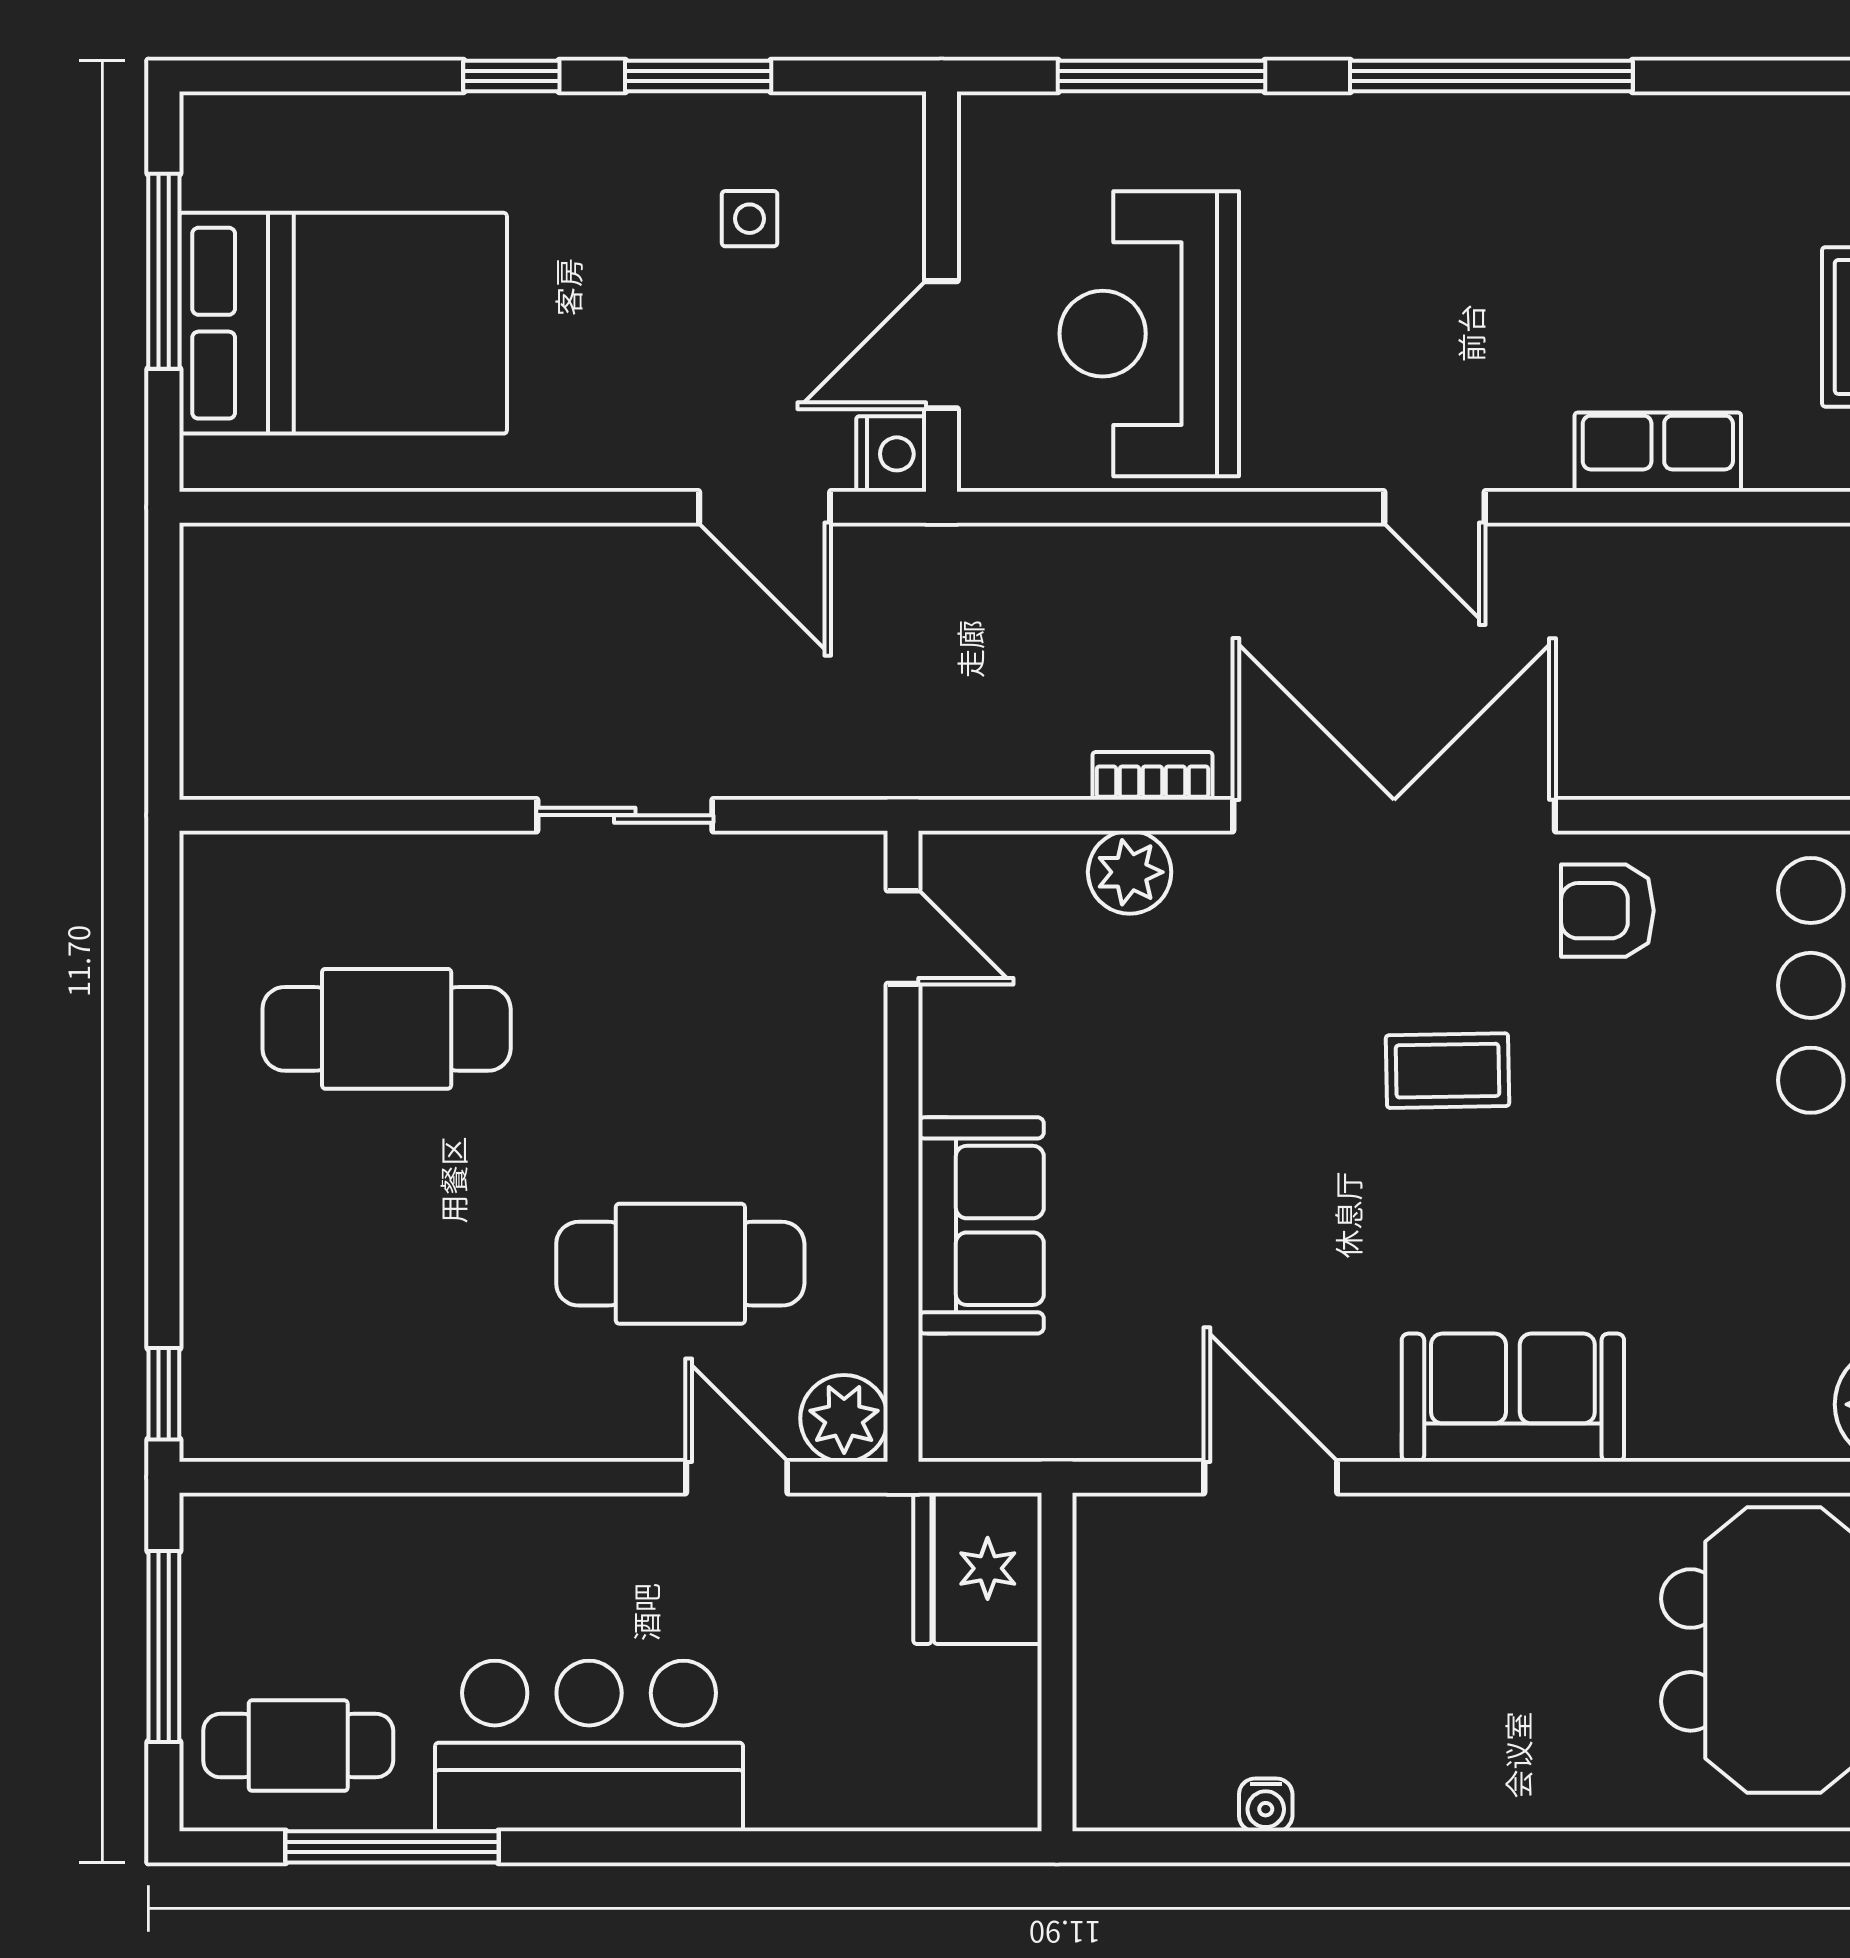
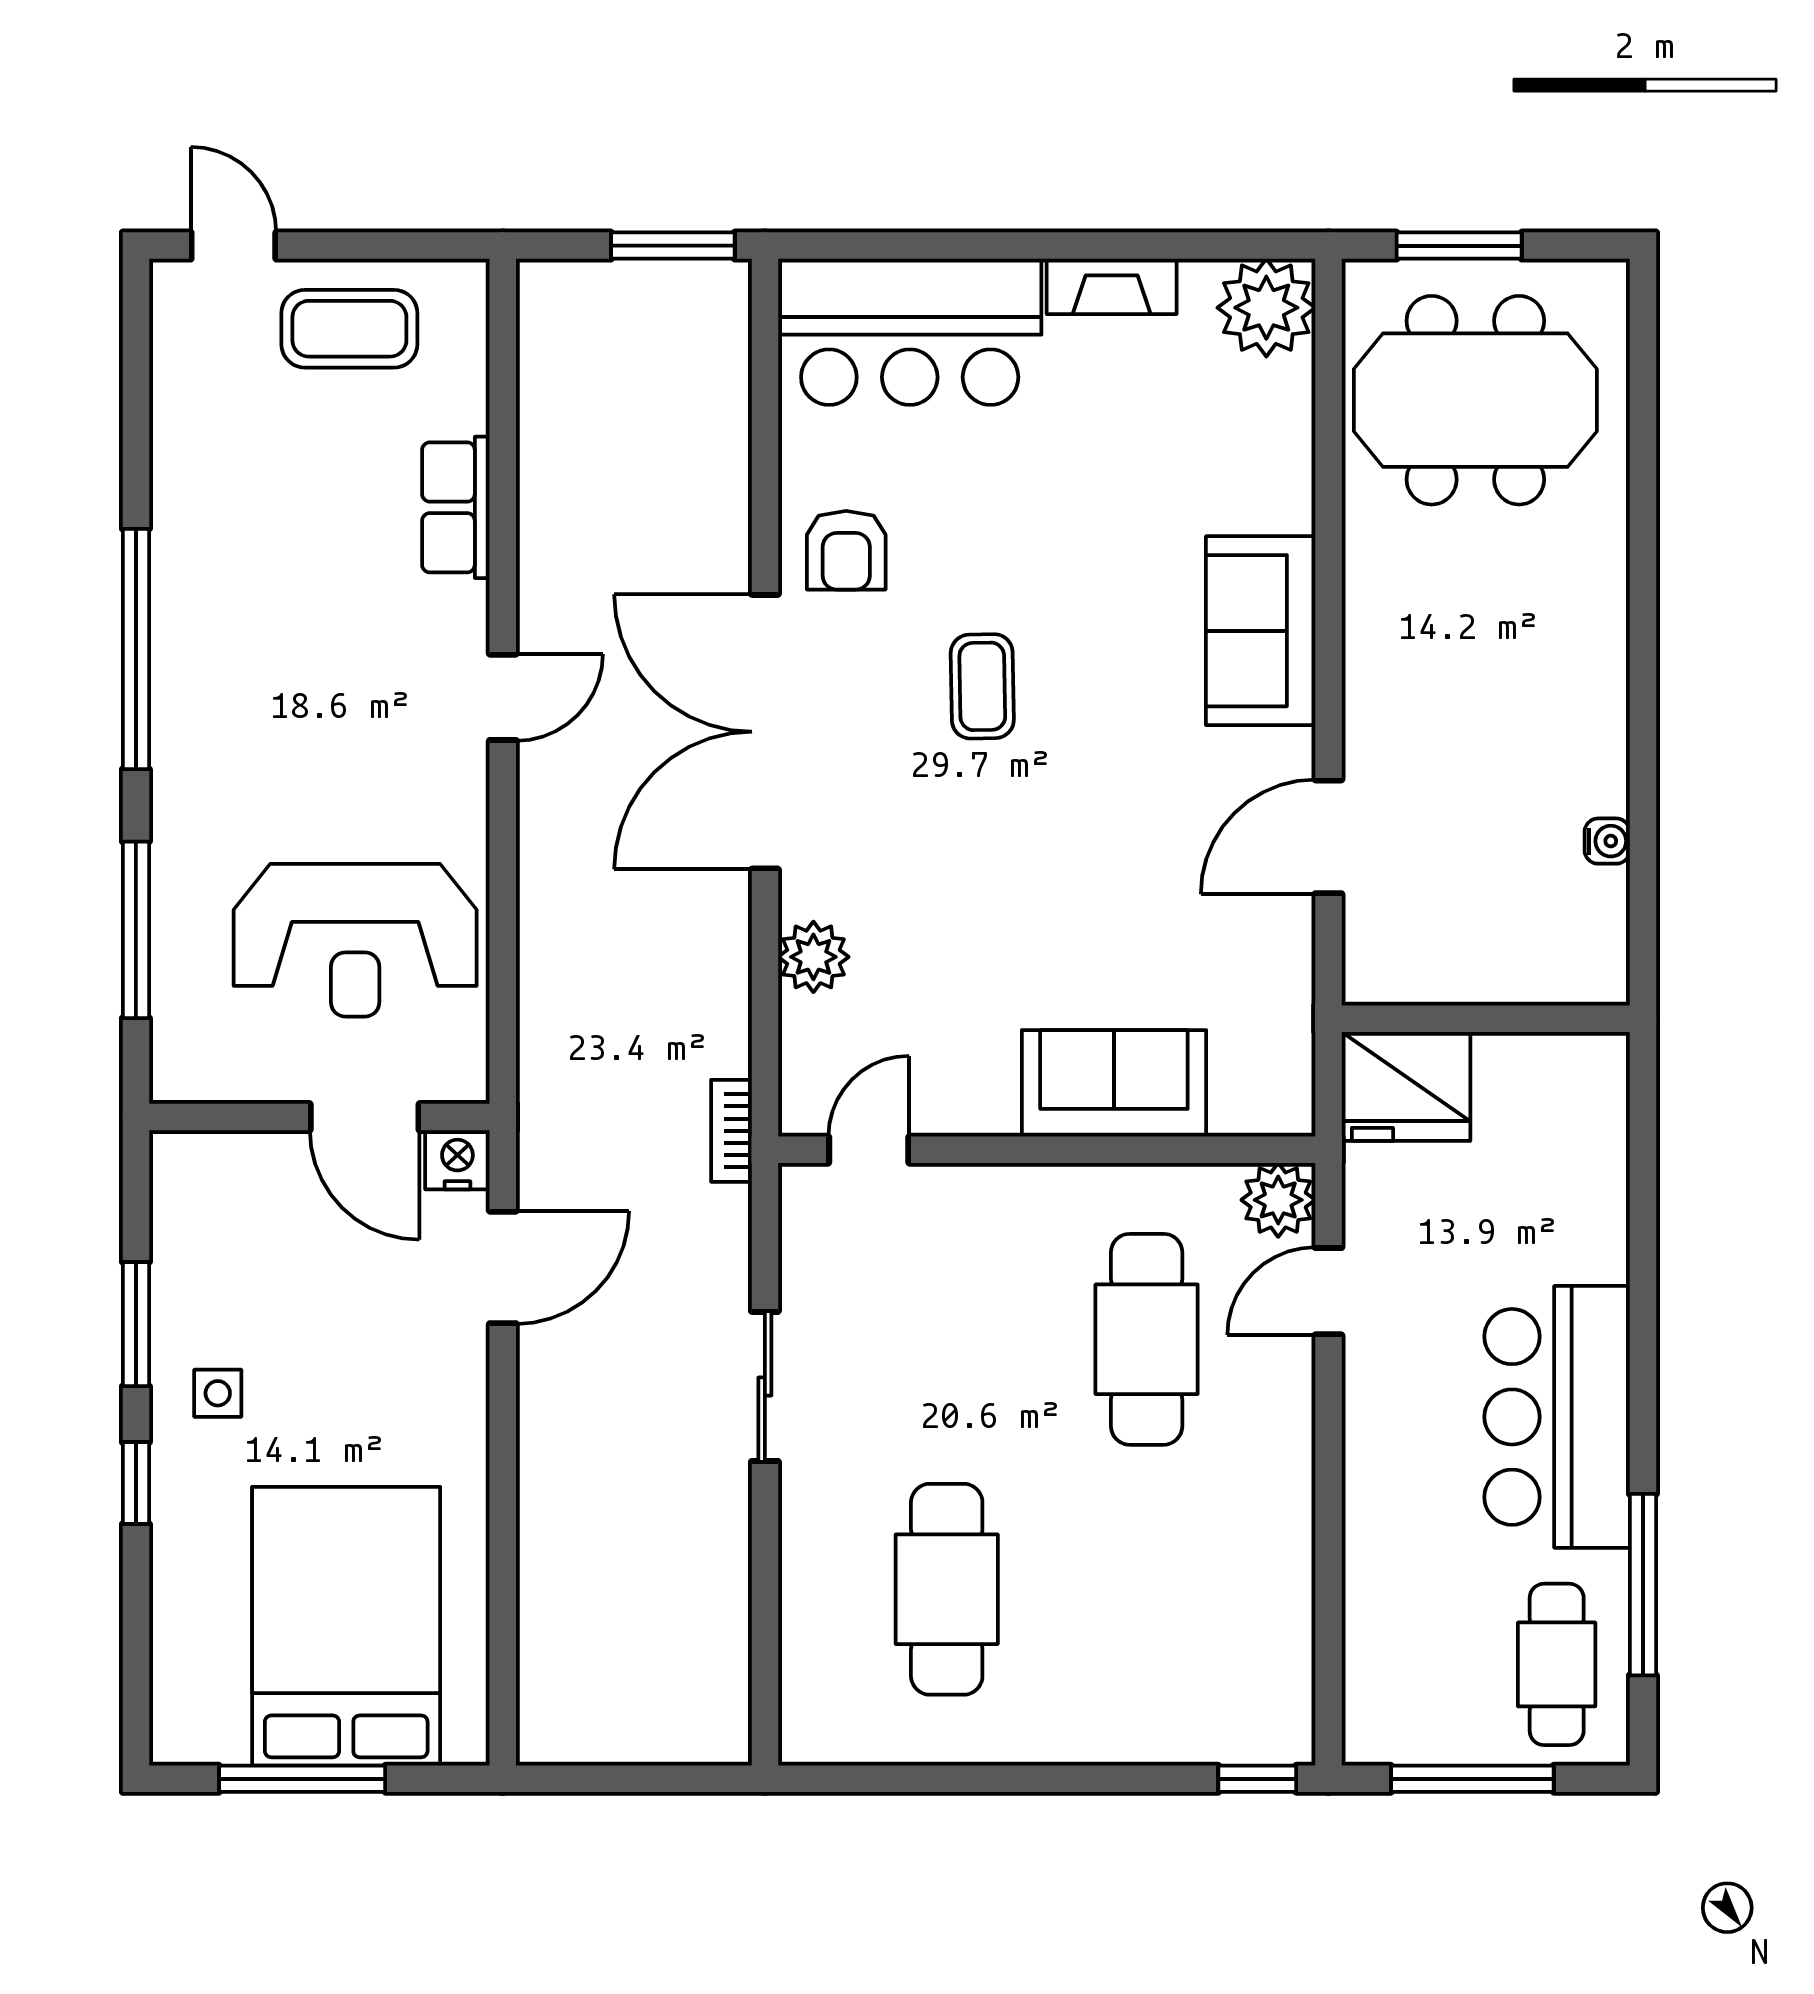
side table: (750, 219) -> (218, 1393), moved
bookcase: (1152, 776) -> (731, 1131), moved

